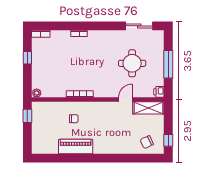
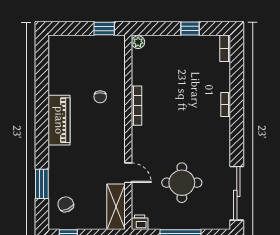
sliding door: (139, 26) -> (237, 193), width x1.37
piano: (76, 147) -> (59, 120), moved
window: (133, 158) -> (42, 184), added

